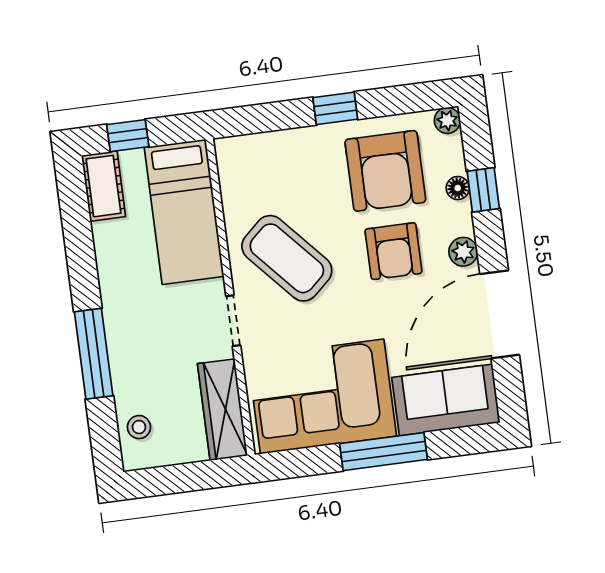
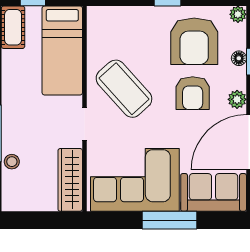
stool: (139, 427) -> (12, 162), moved

